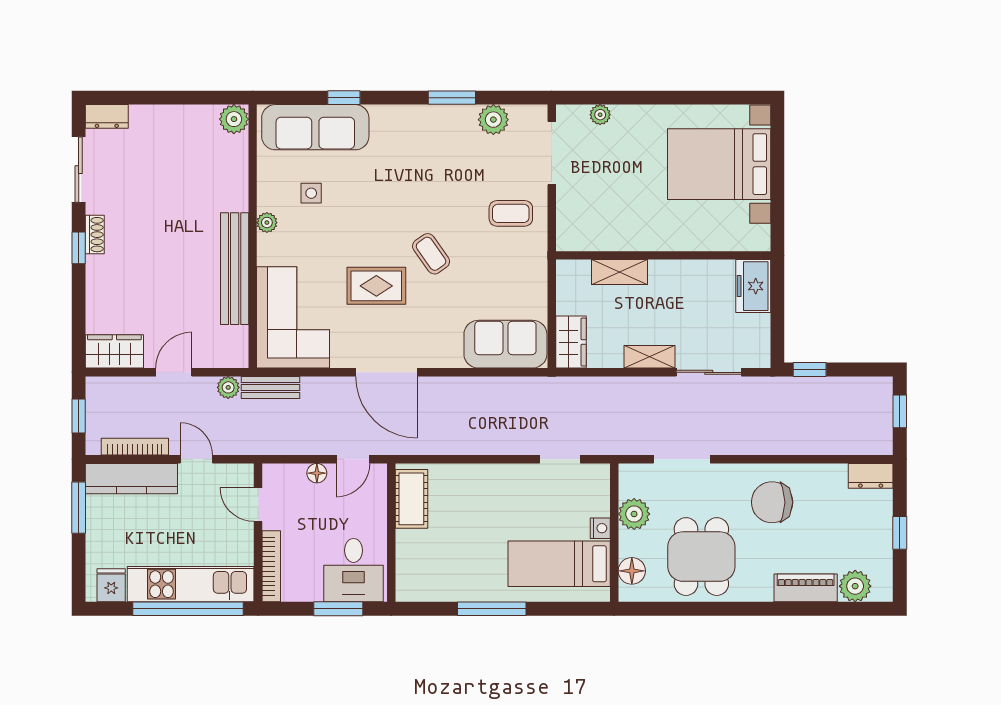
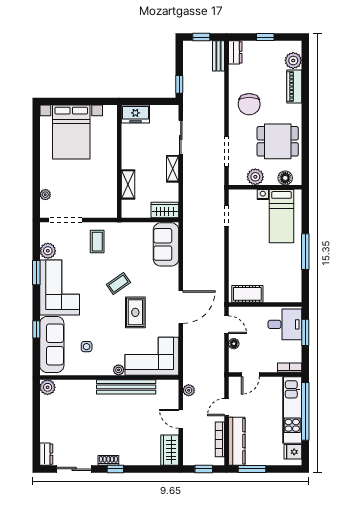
corner sofa: (423, 142) -> (60, 288), added
plant: (267, 223) -> (119, 370), moved
bench: (271, 387) -> (219, 56), moved
bookcase: (271, 566) -> (290, 368), width x0.64

